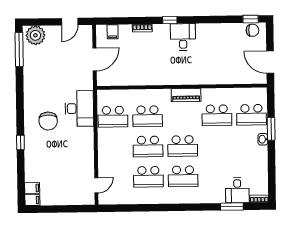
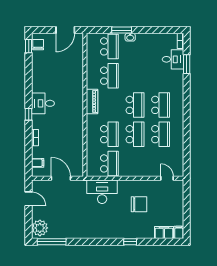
chair: (48, 121) -> (139, 204), moved
filing cabinet: (32, 188) -> (164, 232), width x2.00

